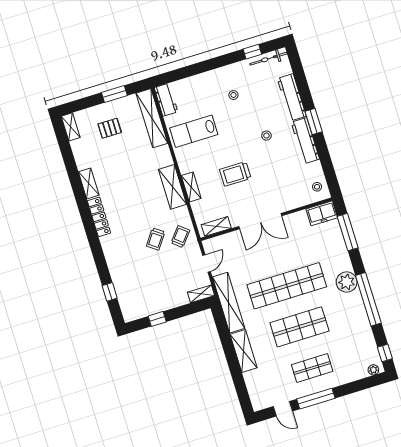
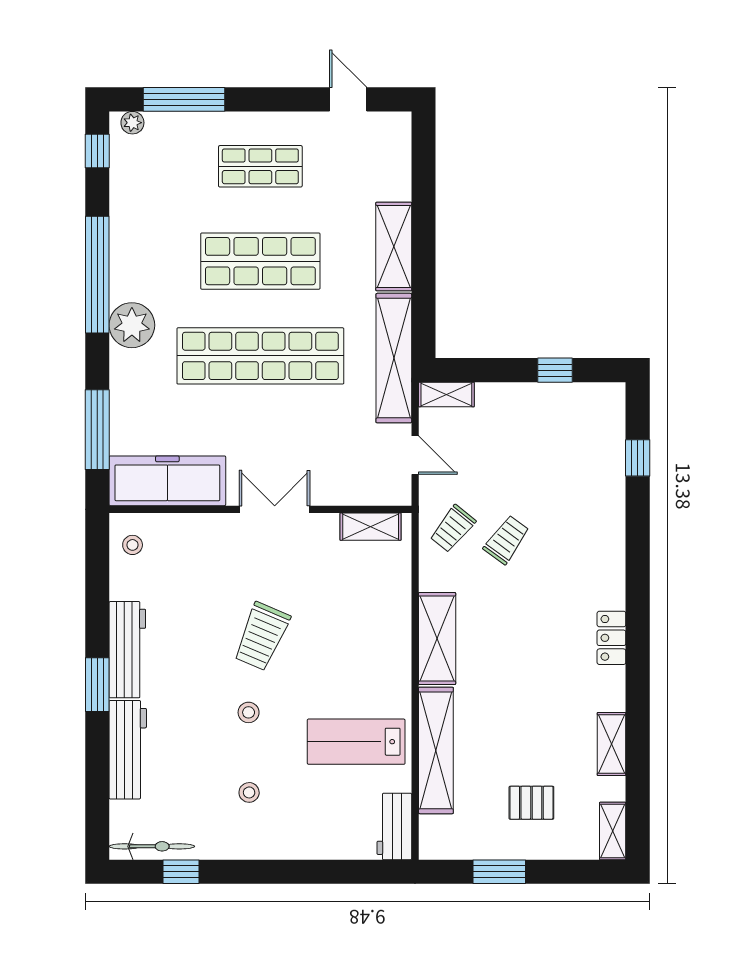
shelving: (152, 118) -> (436, 750), moved
lab bench: (194, 131) -> (356, 742), turned 180
stool: (266, 136) -> (249, 712), moved
trolley: (235, 174) -> (262, 636), moved, turned 113
shelving: (89, 183) -> (612, 744), moved
shelving: (191, 187) -> (398, 626), removed
freezer: (322, 213) -> (167, 481), width x1.91, depth x1.26
locker: (99, 217) -> (611, 638), width x0.66
double door: (260, 221) -> (275, 509), width x0.73
door: (206, 263) -> (415, 455), swing flipped
window: (316, 399) -> (184, 99), moved

